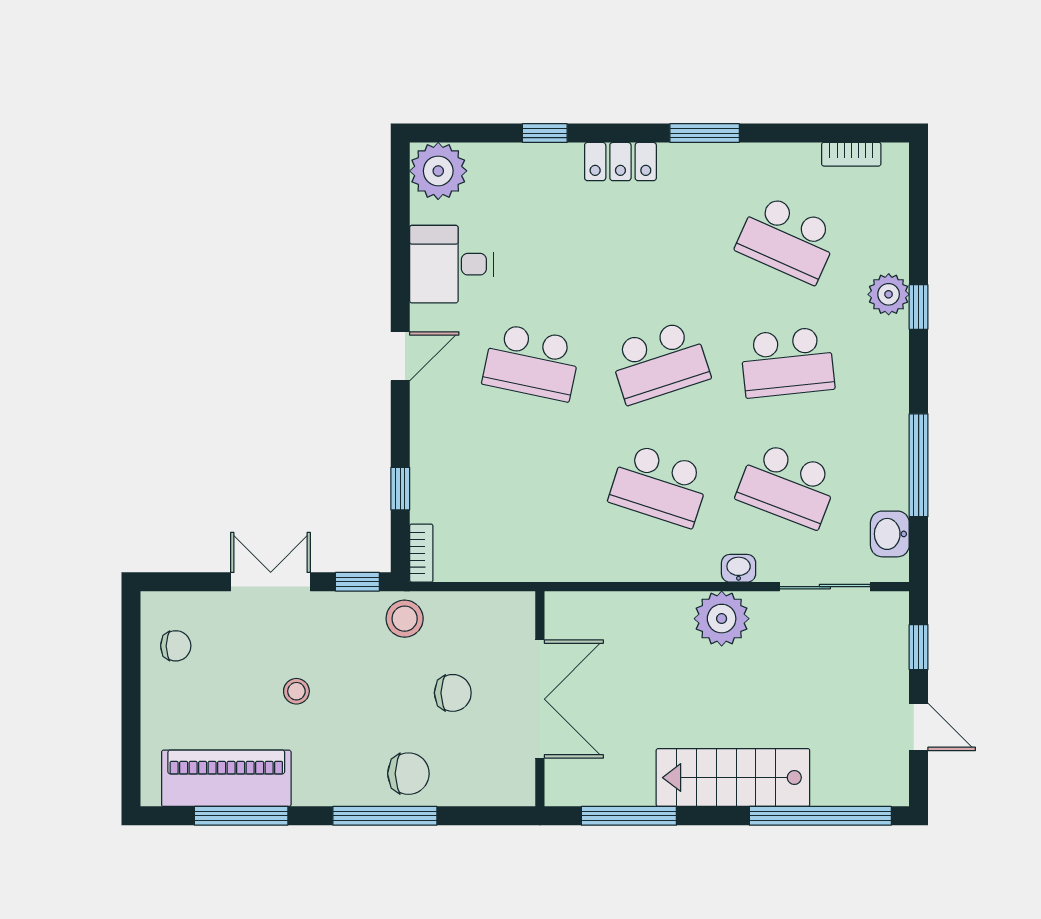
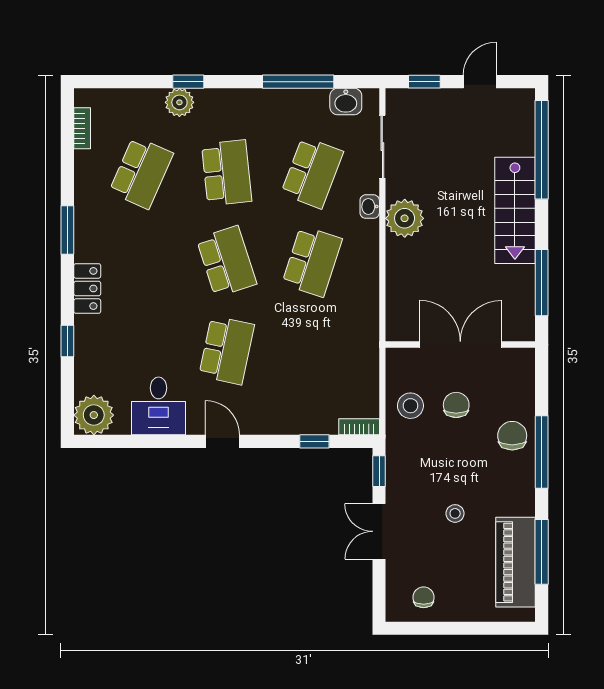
stool: (405, 619) -> (410, 406), moved

